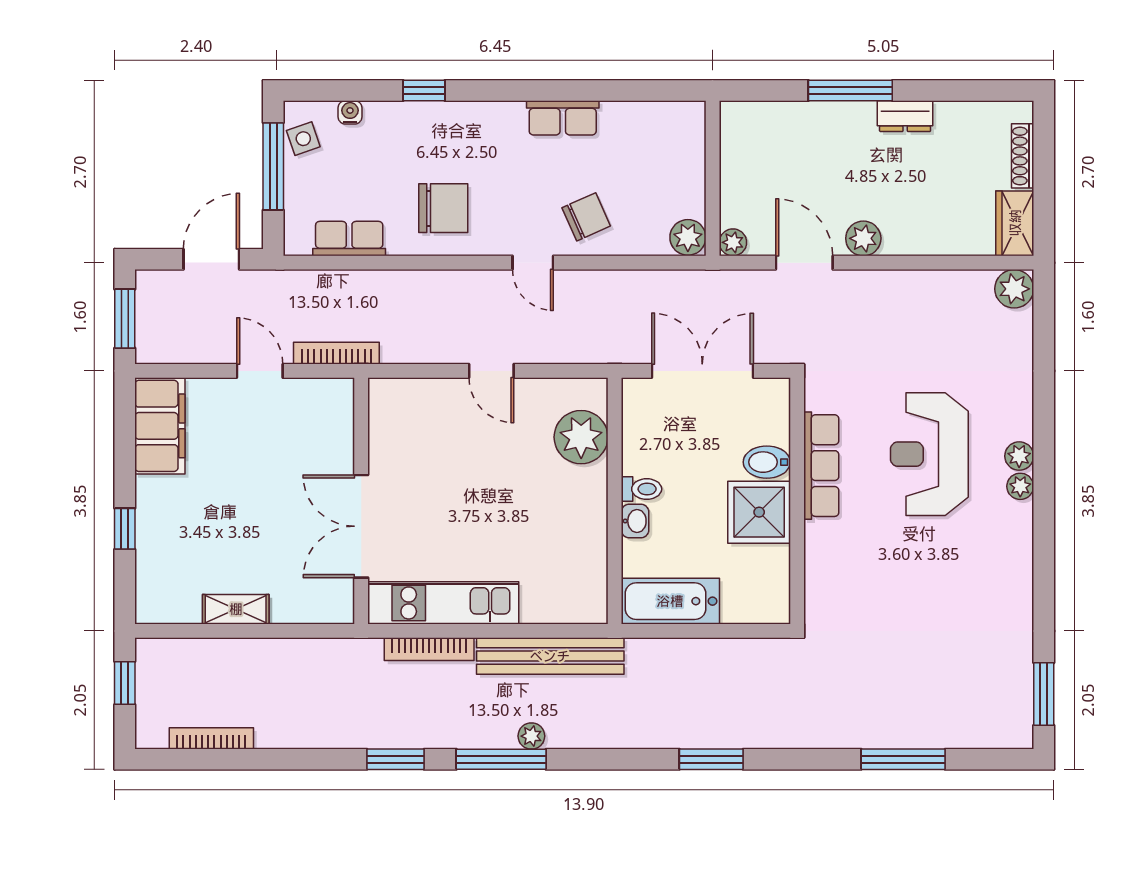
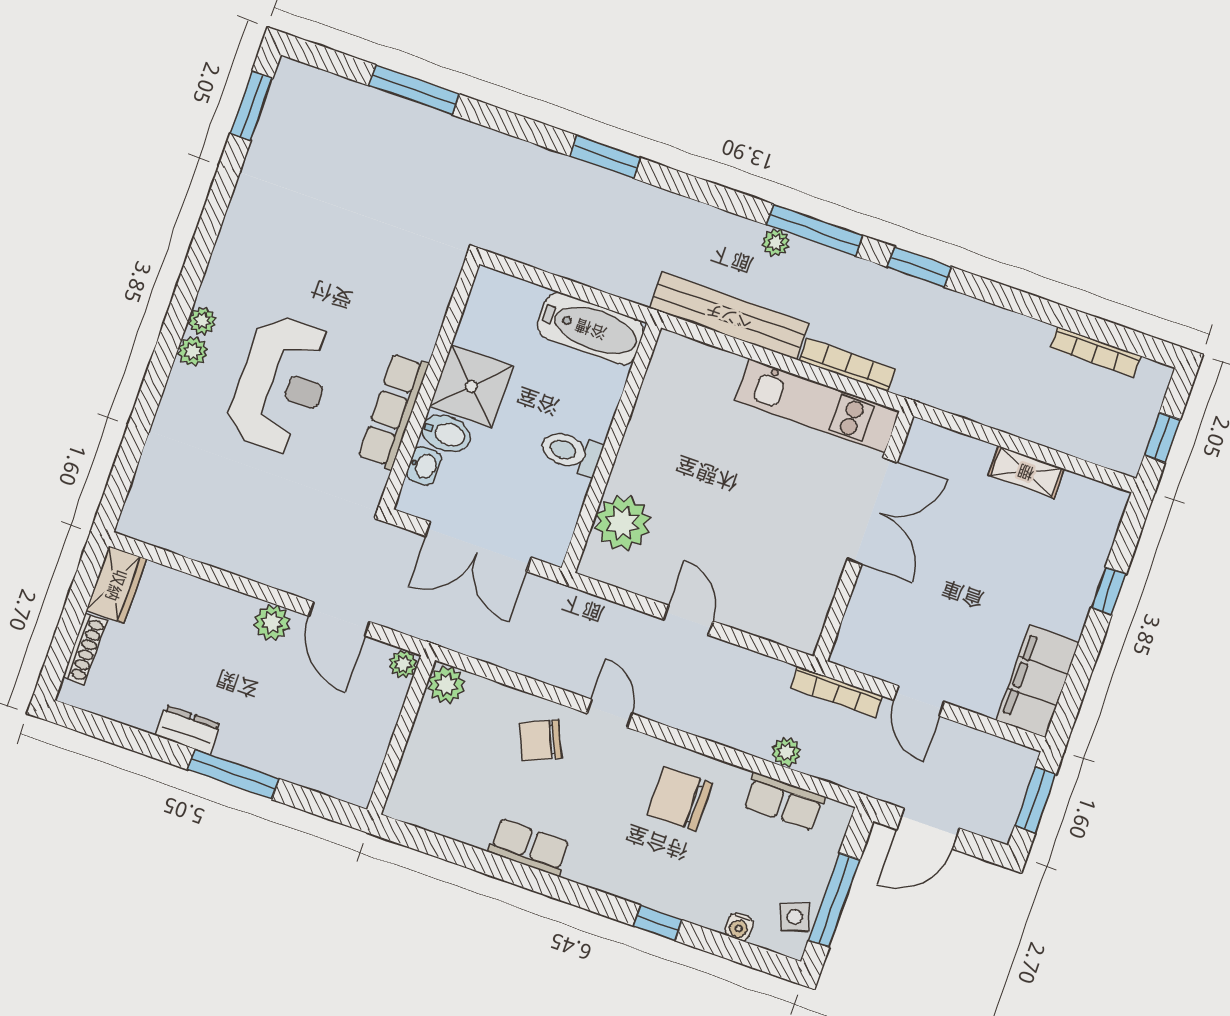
plant: (1014, 289) -> (786, 752), moved, width x0.73, depth x0.73
toilet: (641, 489) -> (571, 452), width x1.37, depth x1.39
washbasin: (635, 521) -> (424, 466), moved, turned 180

